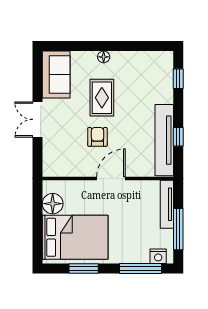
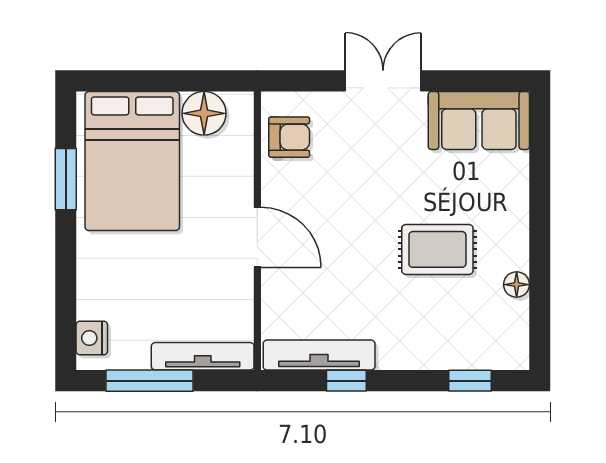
floor lamp: (104, 57) -> (517, 285), moved
rug: (102, 98) -> (437, 249), moved
armchair: (97, 137) -> (289, 137), moved
tv unit: (164, 140) -> (319, 355), width x0.73, depth x0.78
window: (141, 269) -> (66, 300), removed

